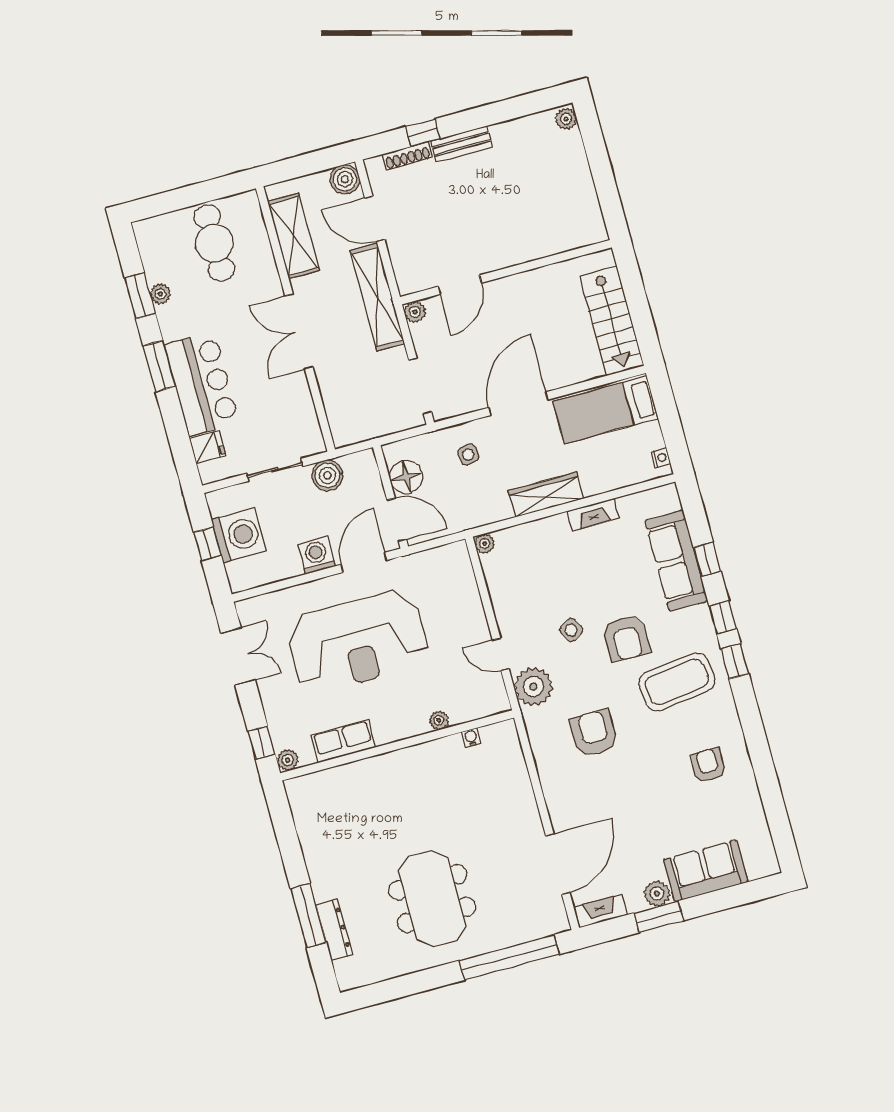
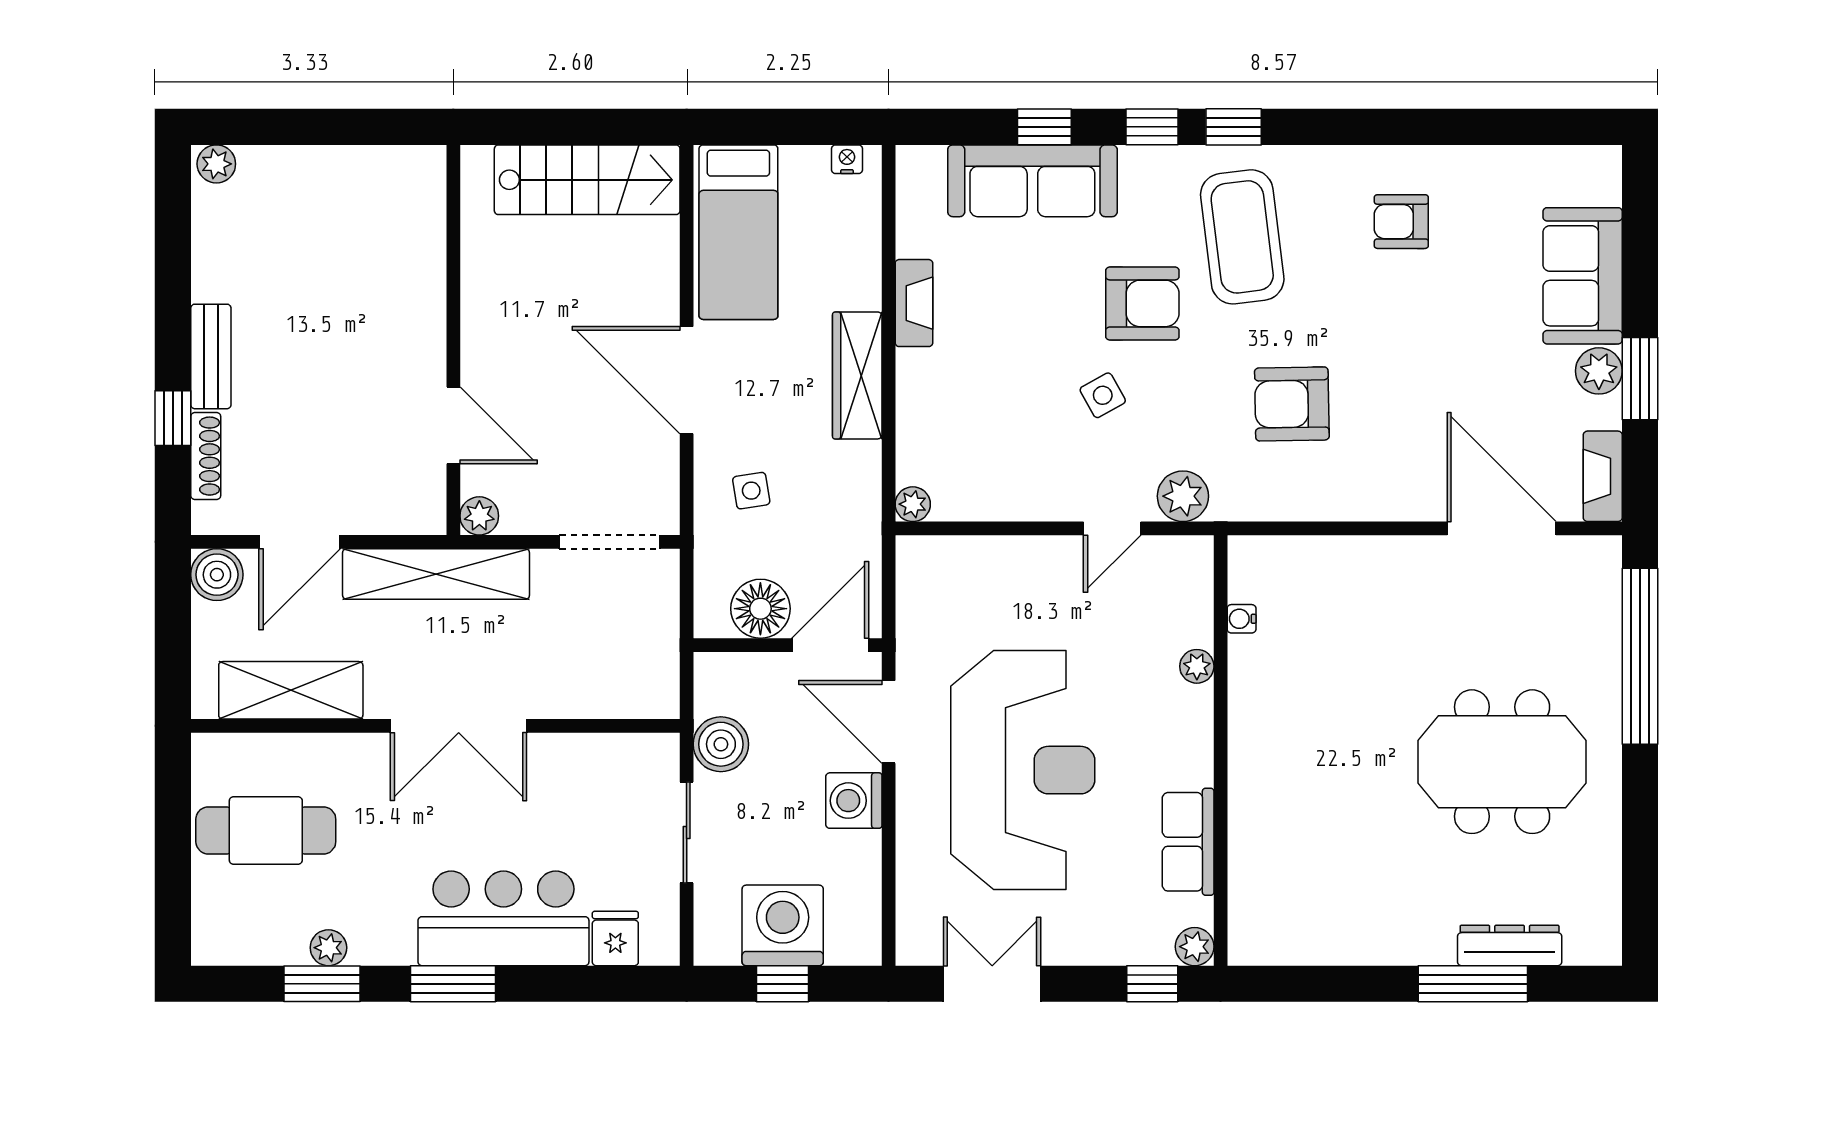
plant: (533, 687) -> (1183, 496), width x0.73, depth x0.73

